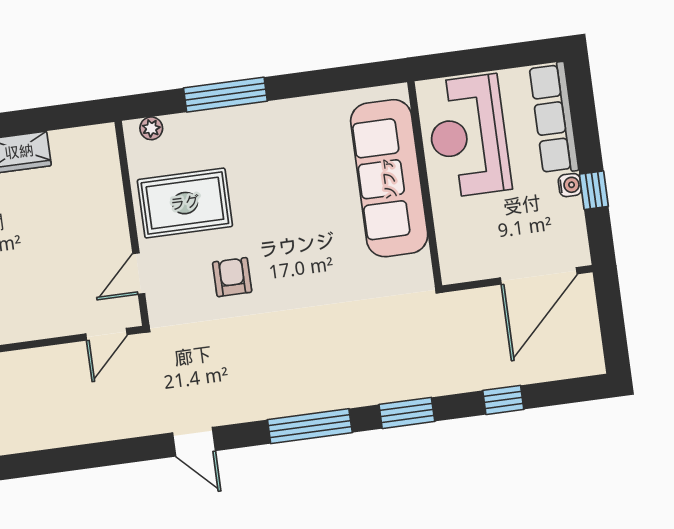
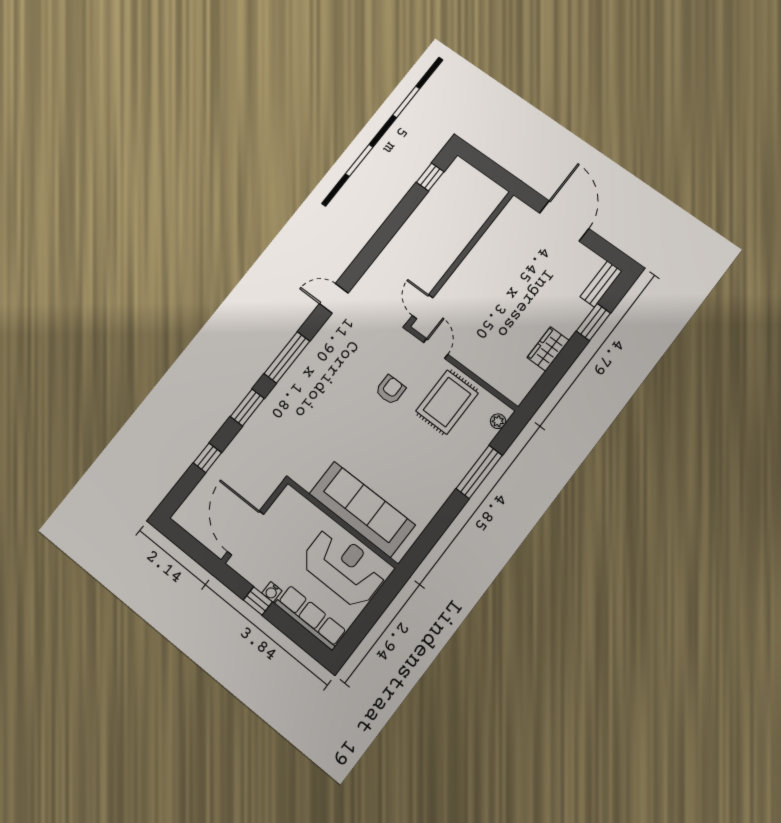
armchair: (232, 277) -> (391, 390), turned -90

